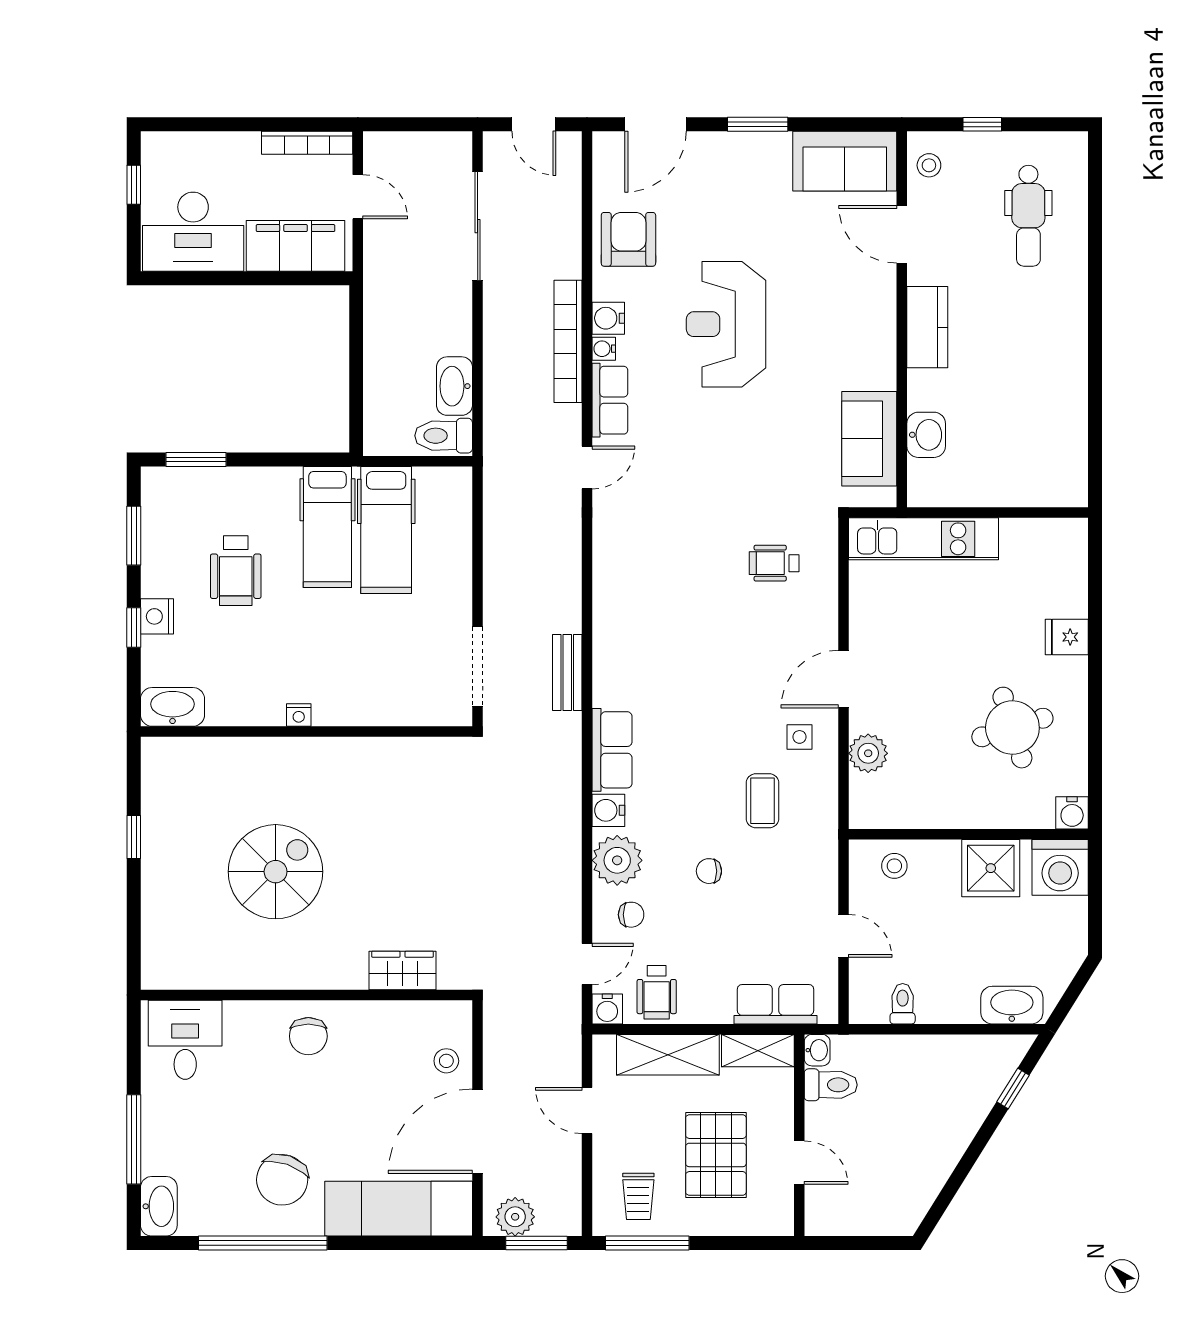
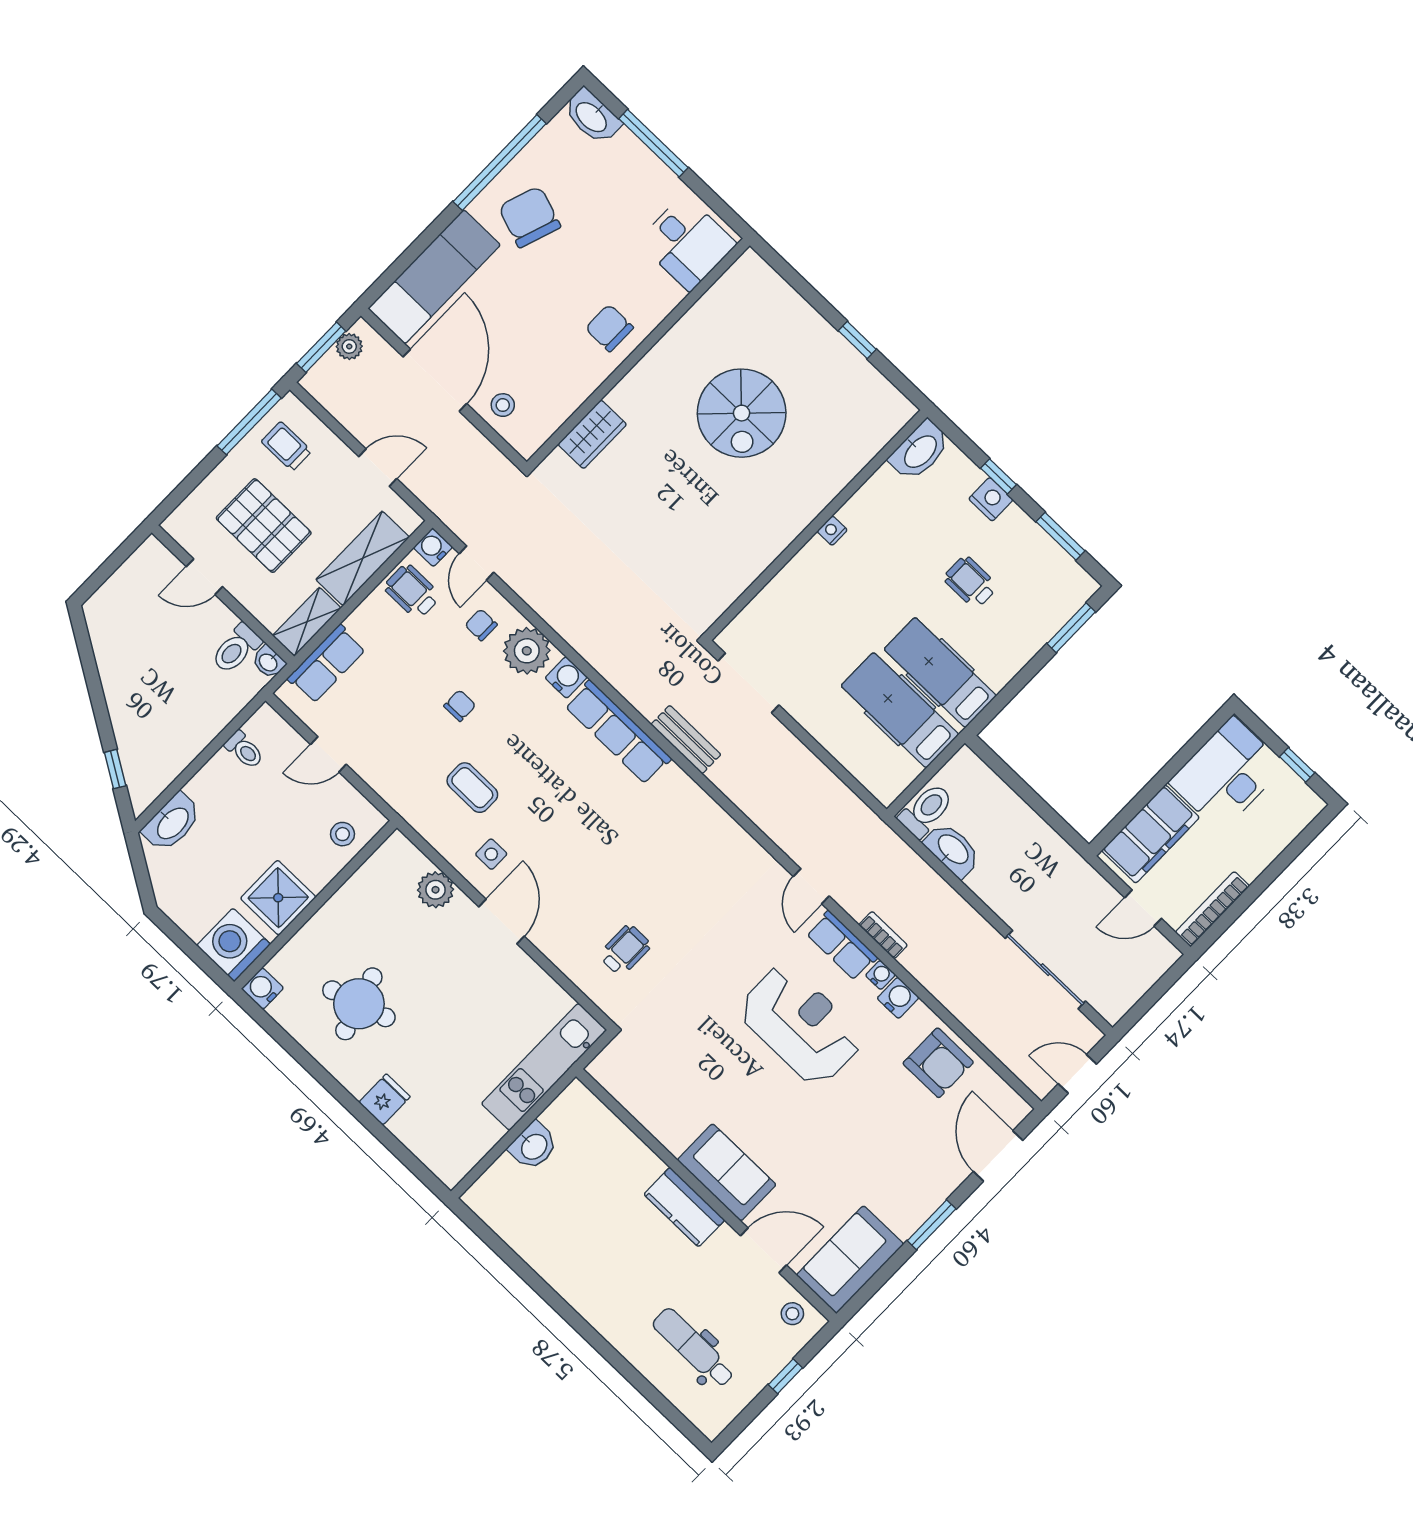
reception desk: (726, 324) -> (800, 1025), moved
bookcase: (568, 341) -> (883, 935), width x0.43, depth x0.76
washbasin: (926, 435) -> (533, 1146), moved, turned -90
sofa: (869, 439) -> (727, 1172), moved
wheelchair: (236, 571) -> (970, 582), width x0.73, depth x0.73
row of seats: (612, 750) -> (618, 732), width x1.48
chair: (631, 915) -> (481, 625), turned 90
plant: (515, 1217) -> (349, 346), width x0.73, depth x0.73

